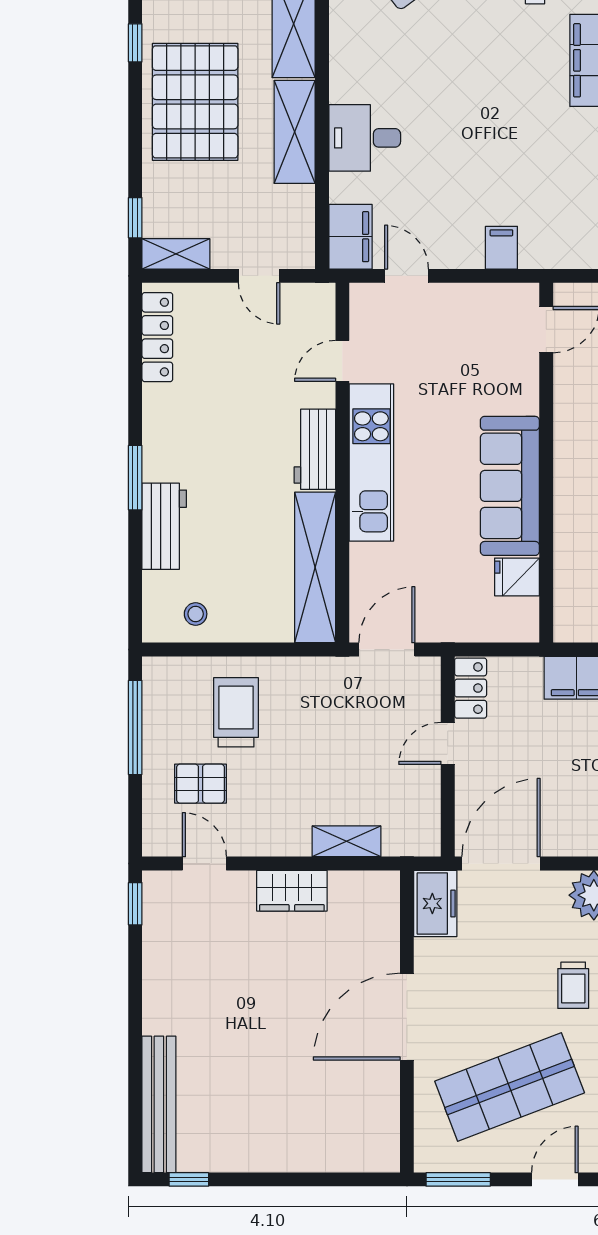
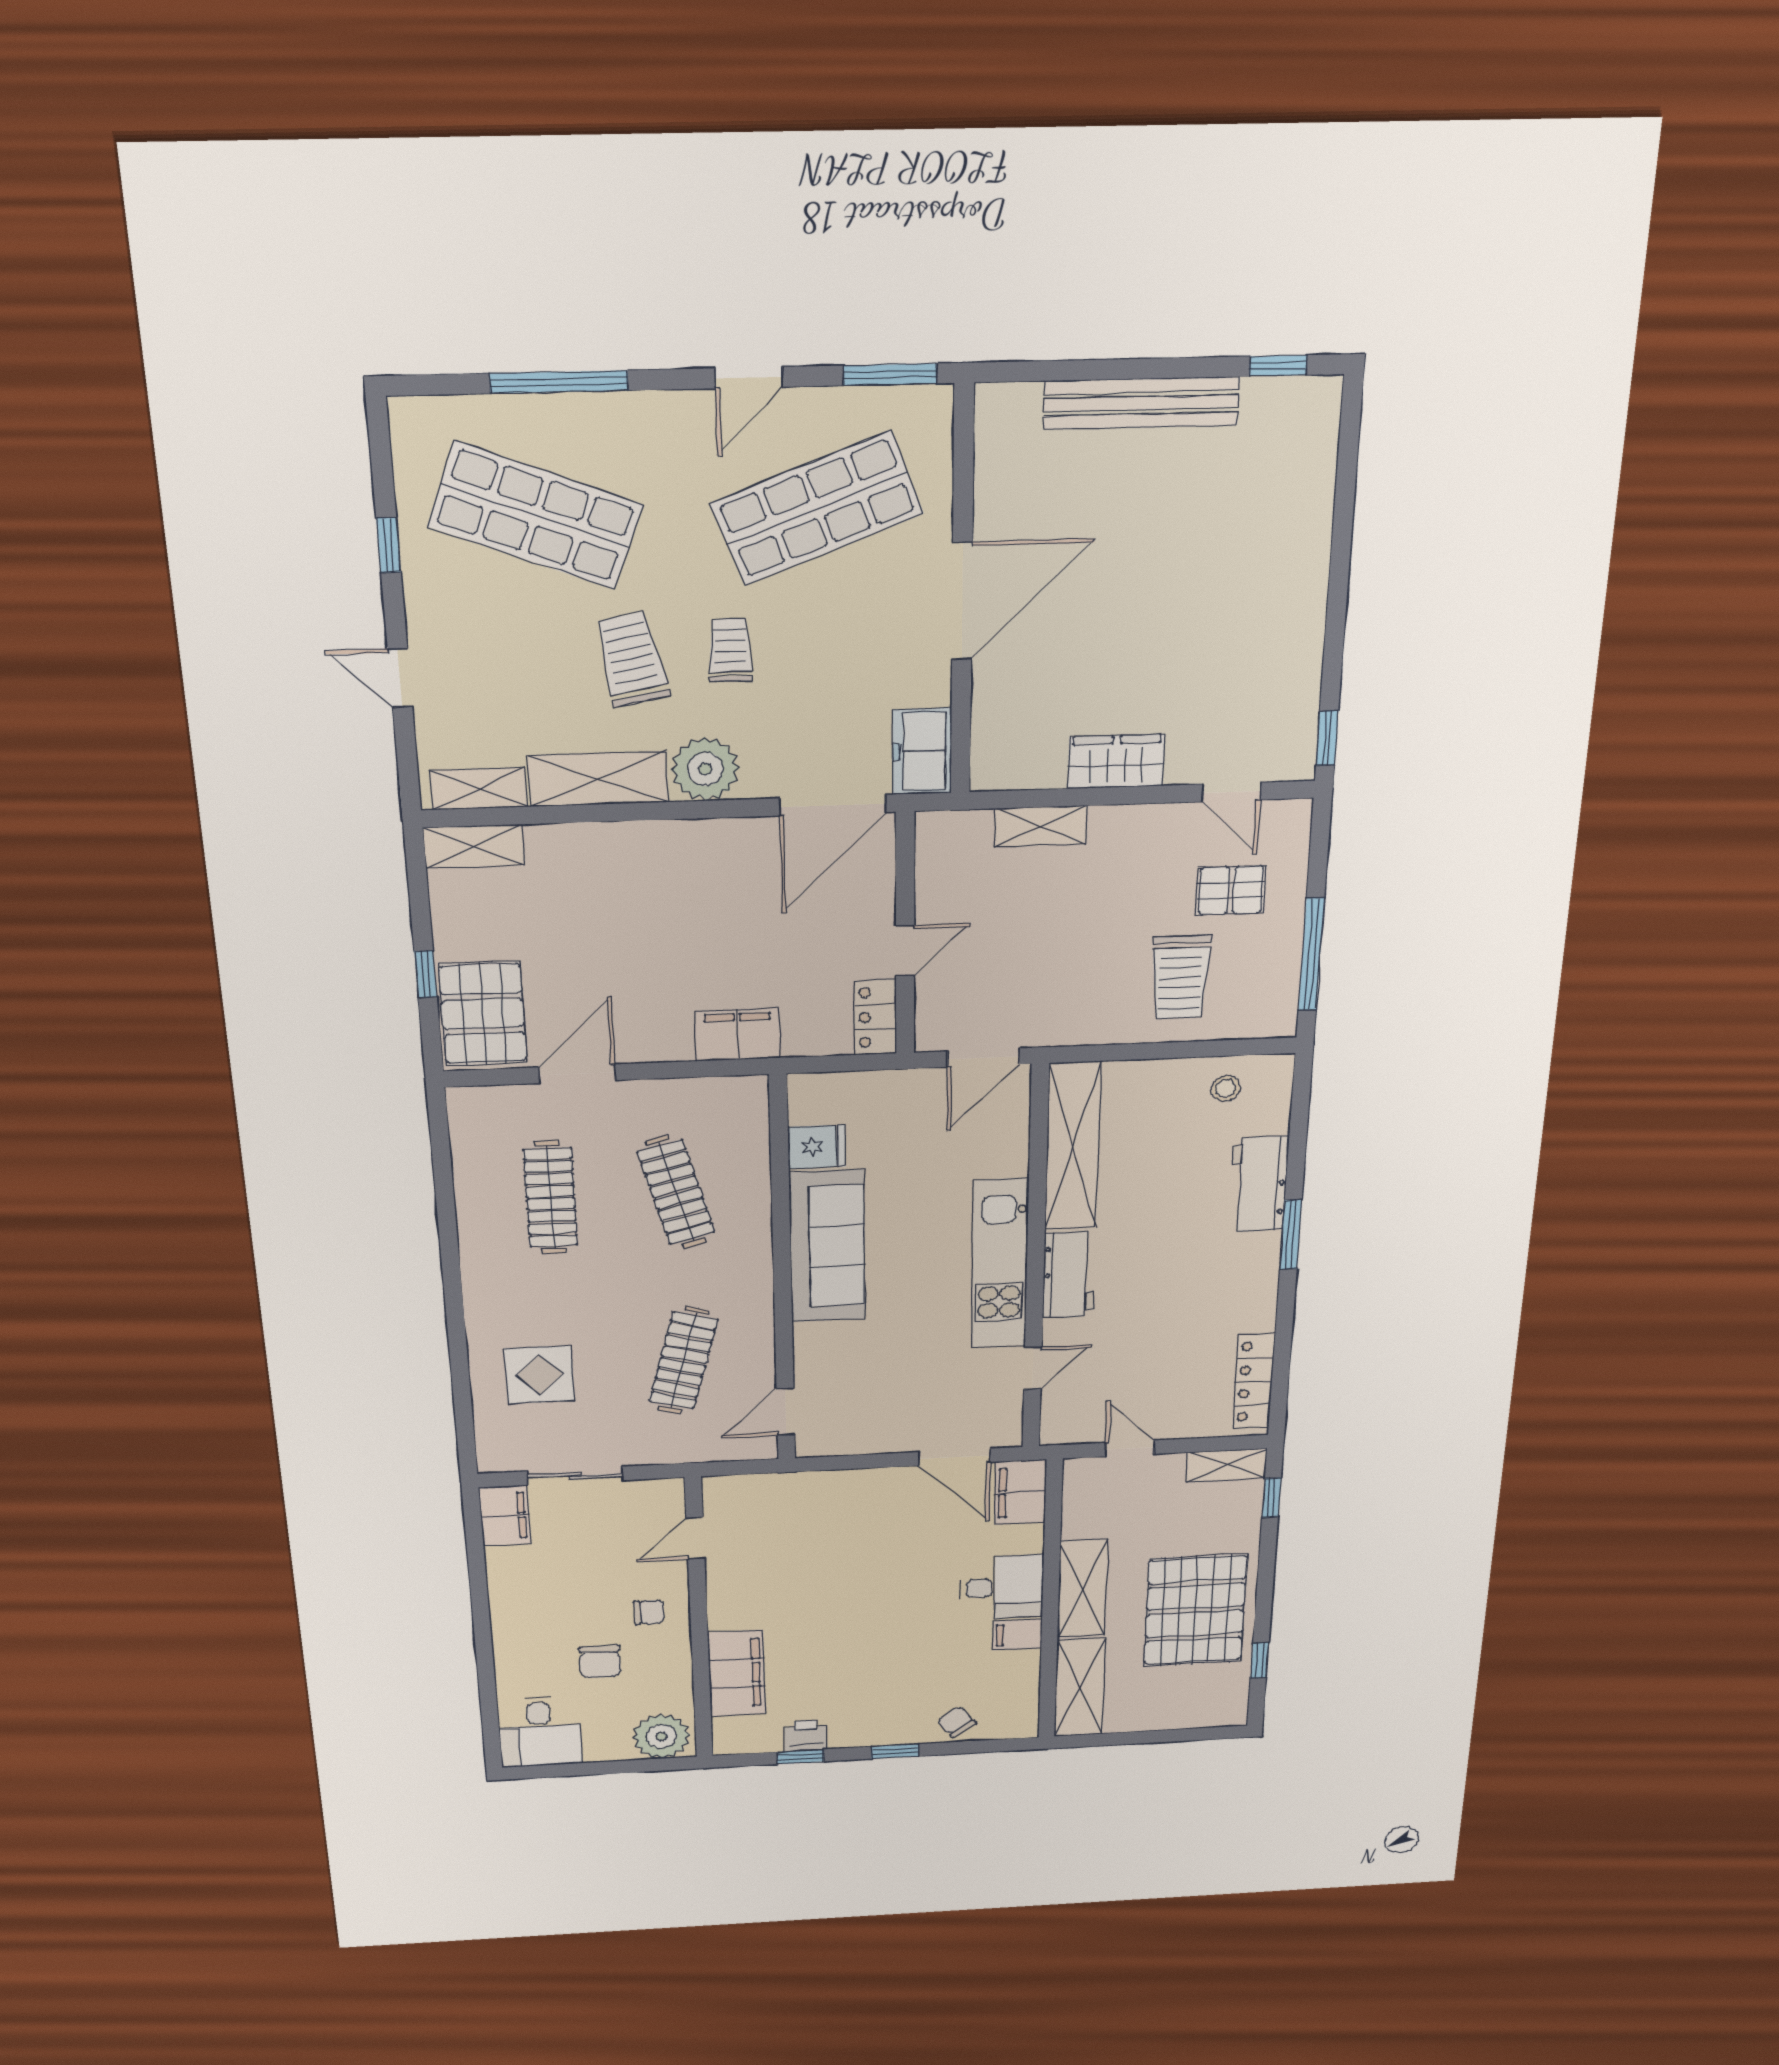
filing cabinet: (501, 248) -> (1017, 1635), moved, turned 90
door: (406, 276) -> (954, 1457), width x1.38
bench: (159, 1104) -> (1141, 403), moved, turned 90

